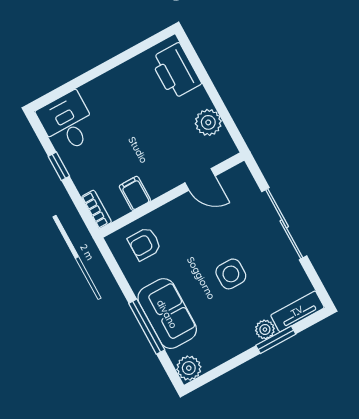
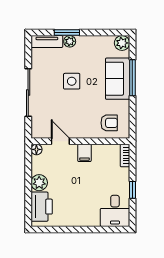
plant: (208, 122) -> (39, 183), moved
floor lamp: (228, 149) -> (36, 149), added
filing cabinet: (135, 193) -> (84, 153), moved

